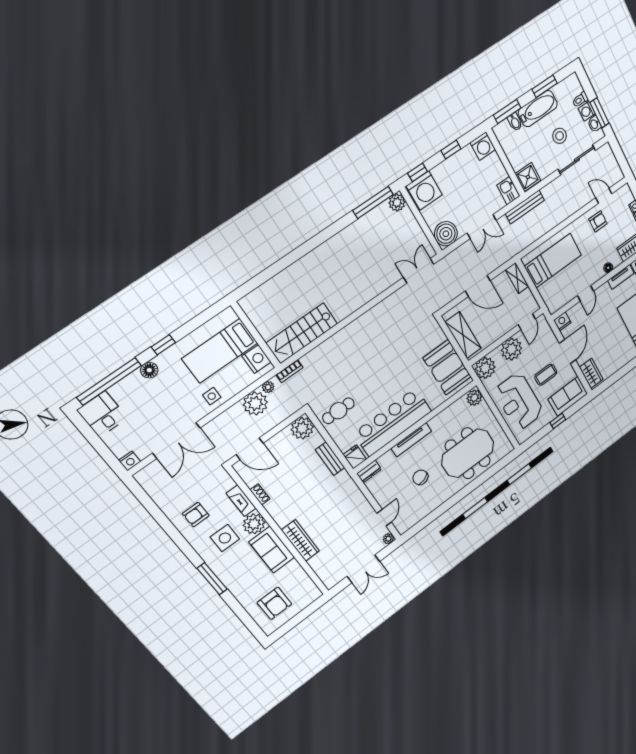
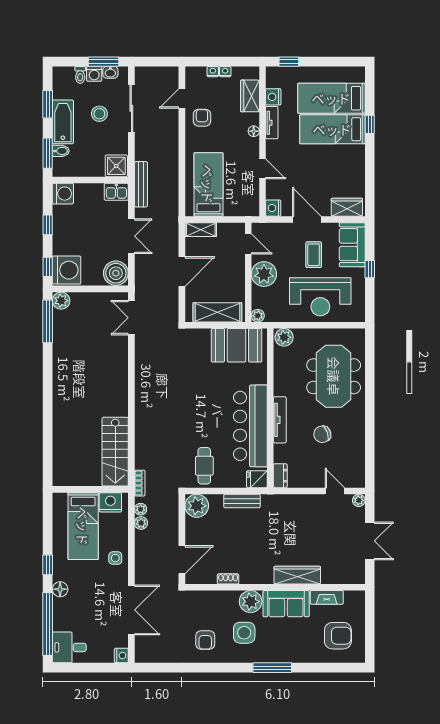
plant: (485, 368) -> (258, 316), width x0.53, depth x0.53
plant: (255, 403) -> (141, 523), width x0.53, depth x0.53
fireplace: (241, 501) -> (327, 597), moved

